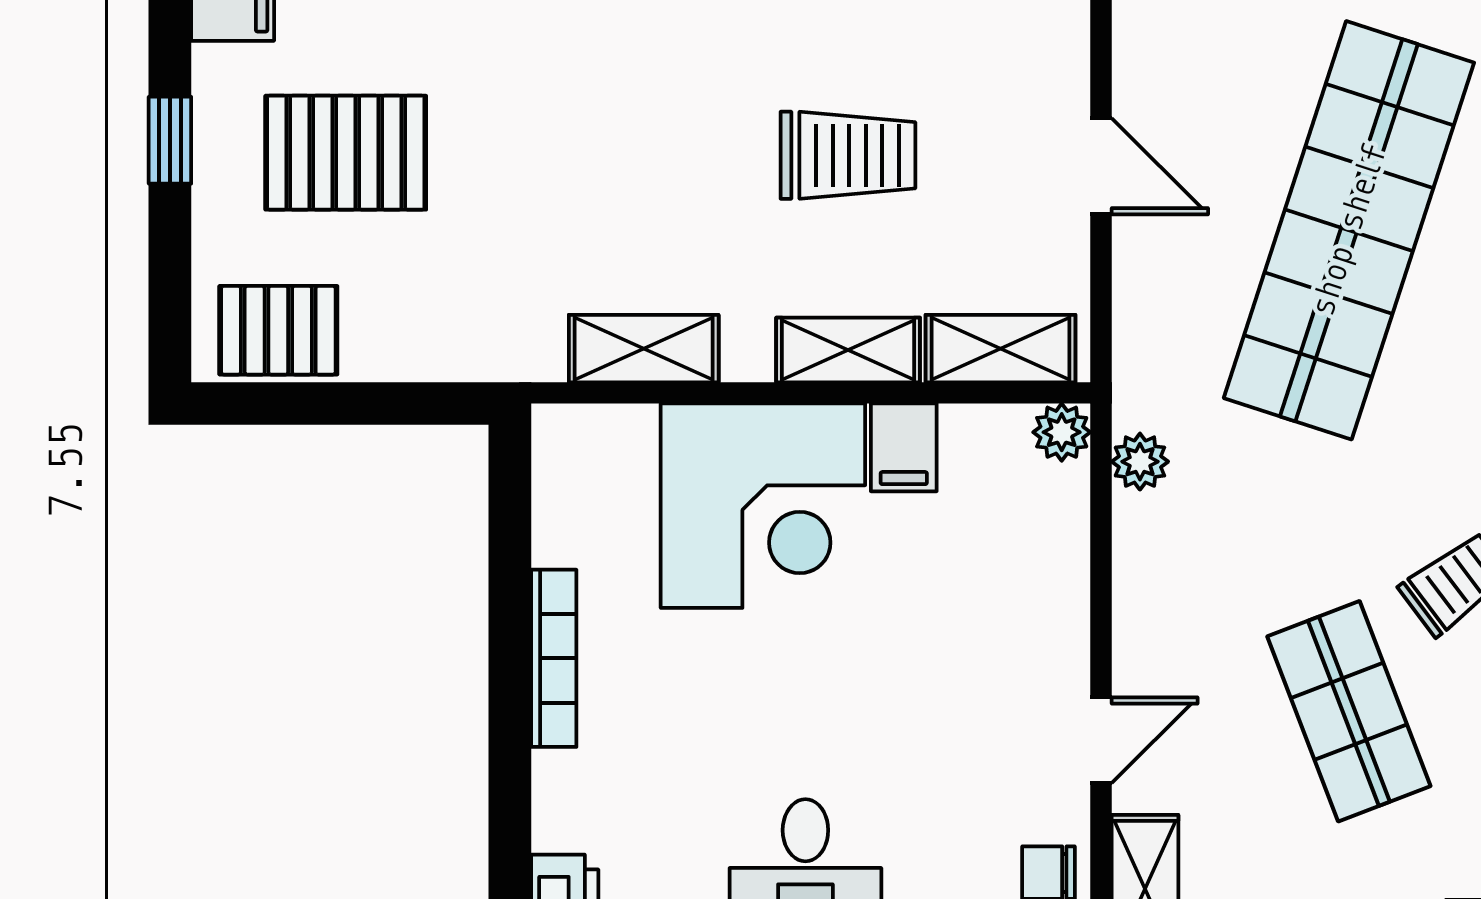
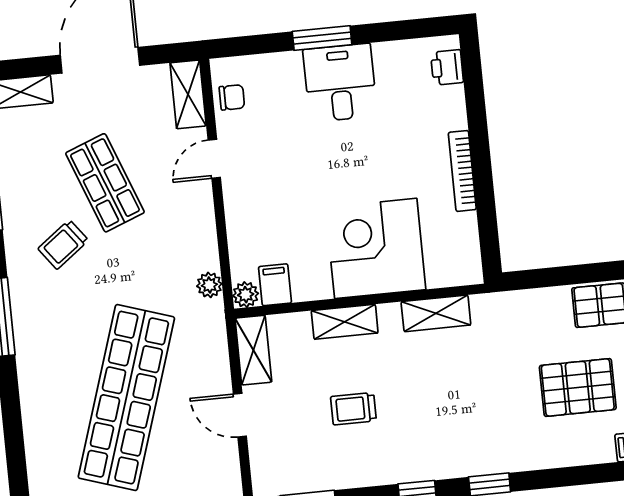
trolley: (848, 155) -> (353, 409), width x0.73, depth x0.72
shelving: (1001, 349) -> (253, 350), moved, turned 90
filing cabinet: (904, 447) -> (275, 285), moved

